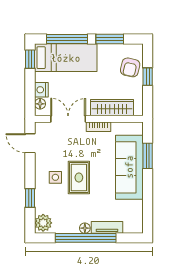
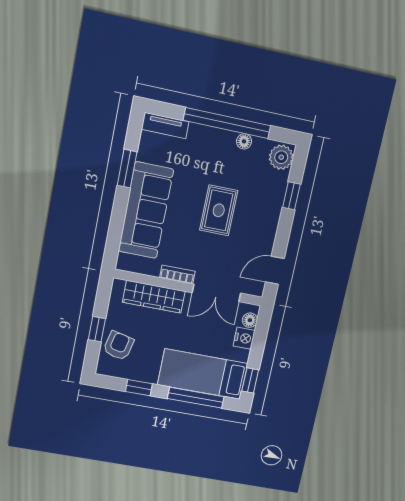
window: (110, 39) -> (139, 388), width x0.67
door: (30, 143) -> (275, 270), swing flipped
window: (148, 156) -> (127, 169), moved
side table: (55, 177) -> (251, 217), removed
tv unit: (107, 227) -> (165, 126), moved
floor lamp: (85, 228) -> (244, 141), moved

